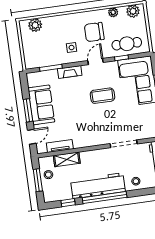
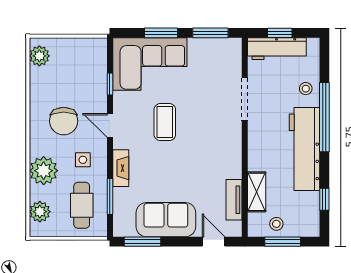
plant: (113, 12) -> (44, 171), moved, width x1.88, depth x1.88
cafe table: (127, 44) -> (82, 205), moved
window: (28, 110) -> (143, 242), moved
window: (105, 197) -> (324, 117), moved

